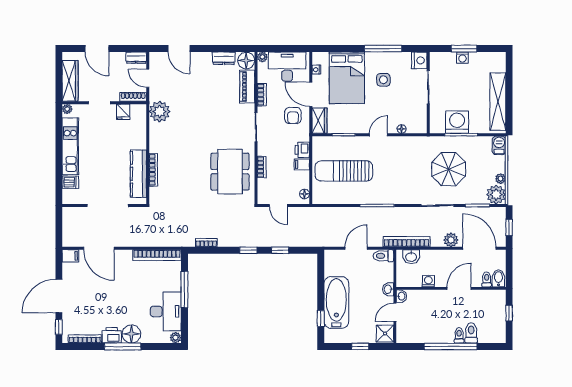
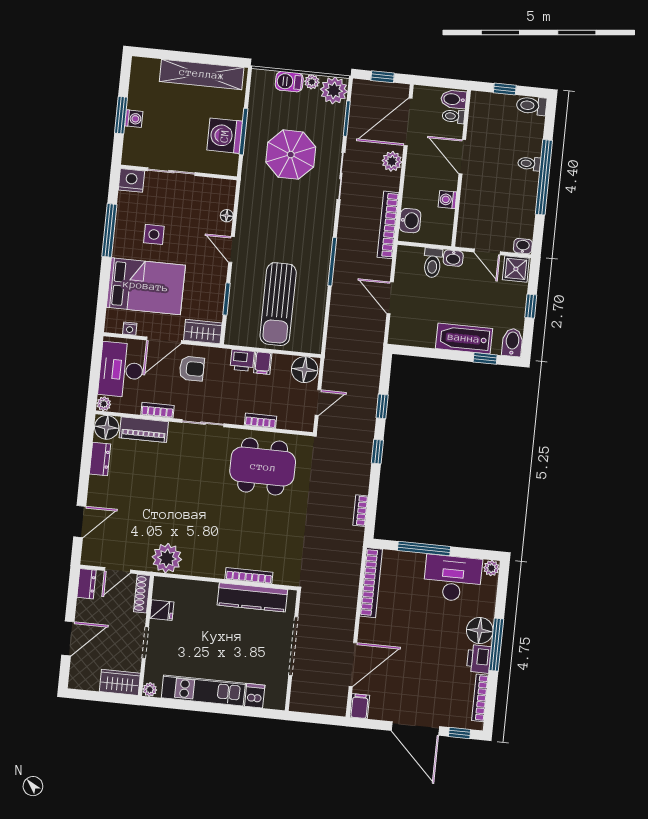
wardrobe: (70, 81) -> (120, 682), width x0.67
barbecue: (499, 145) -> (289, 82), moved
floor lamp: (305, 194) -> (305, 370), width x1.89, depth x1.89
toilet: (383, 256) -> (433, 263), moved
washbasin: (401, 296) -> (523, 246), moved
bathtub: (336, 302) -> (464, 338), width x0.73, depth x0.73
toilet: (471, 333) -> (531, 106), moved
bidet: (334, 336) -> (512, 342), added

